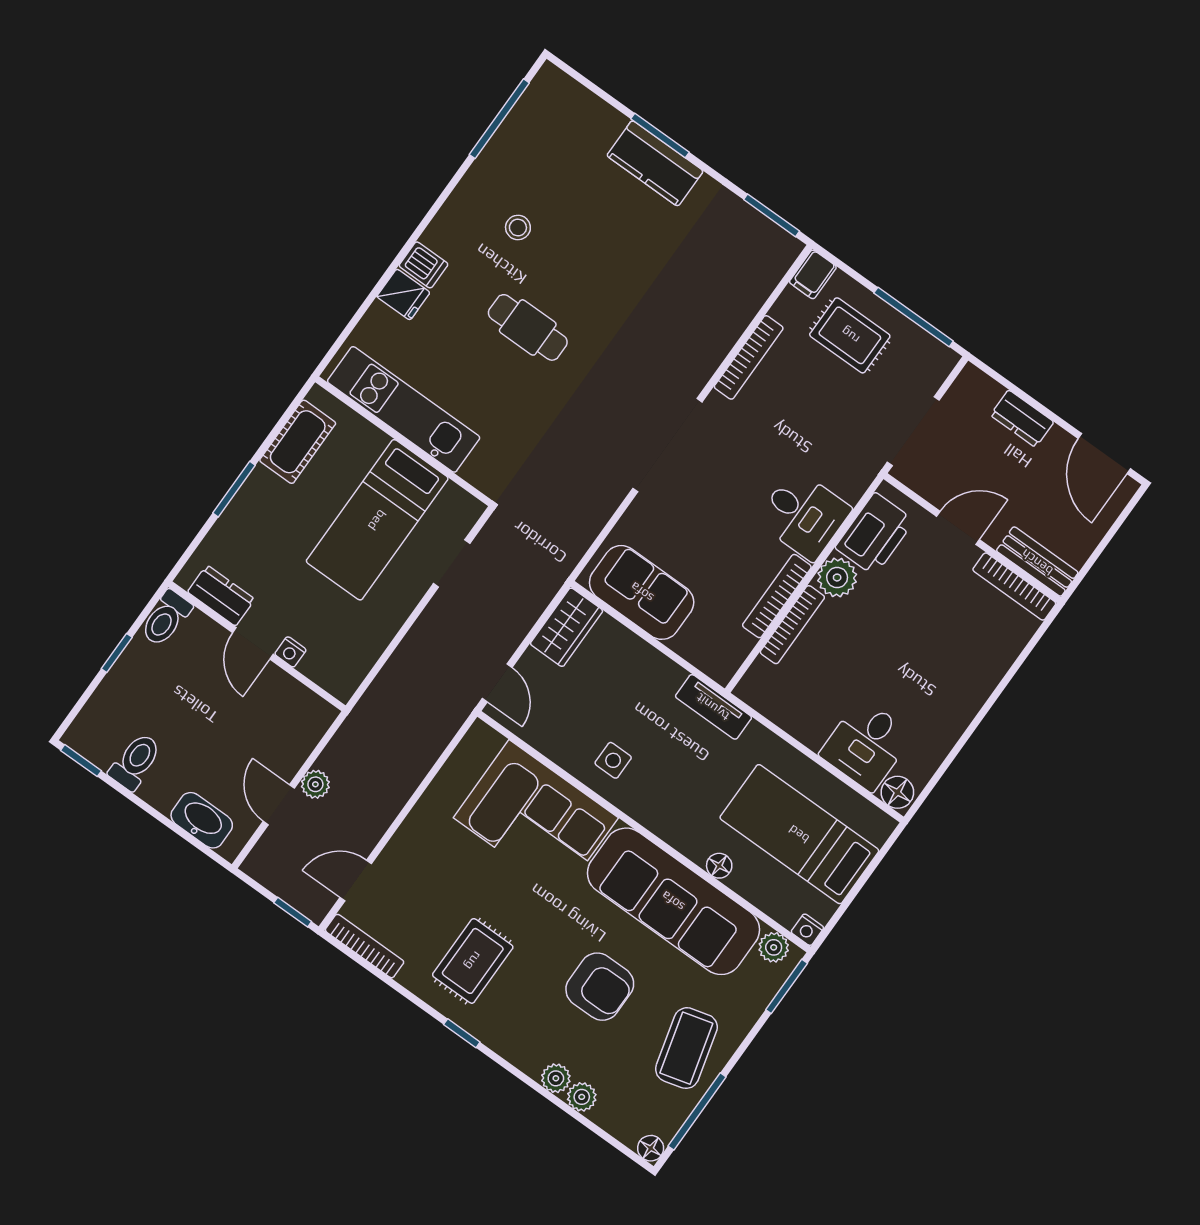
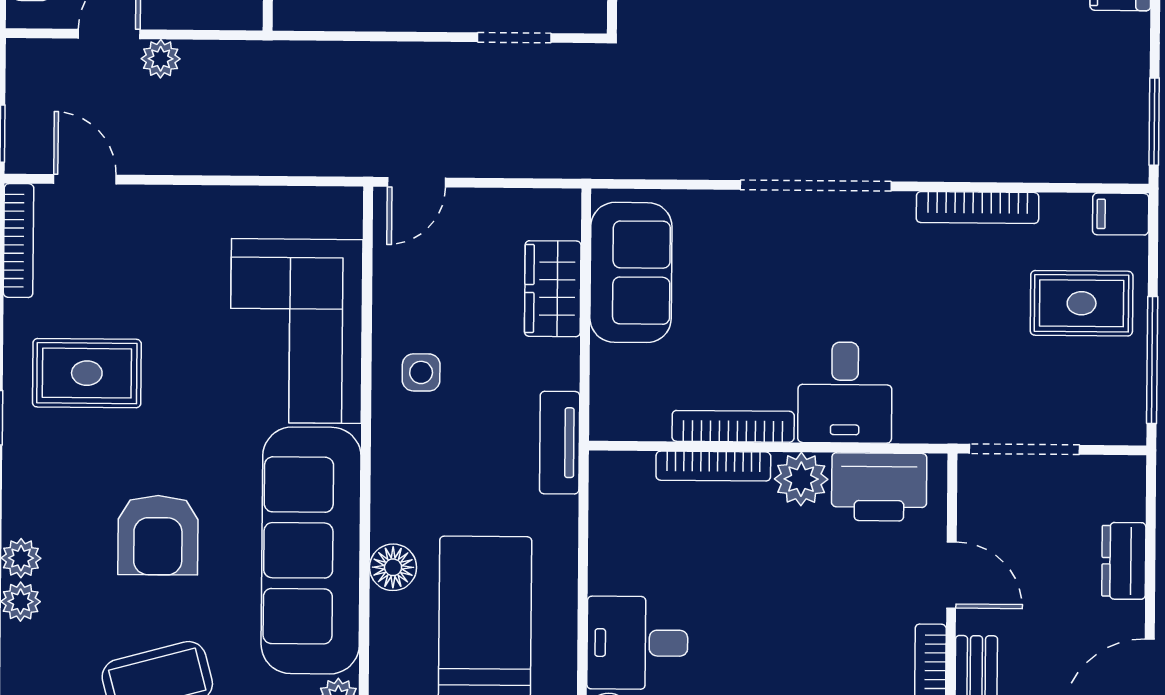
rug: (850, 335) -> (1082, 303), turned 90
wardrobe: (567, 627) -> (553, 289), moved, turned 90
floor lamp: (719, 866) -> (393, 567), width x1.37, depth x1.37

